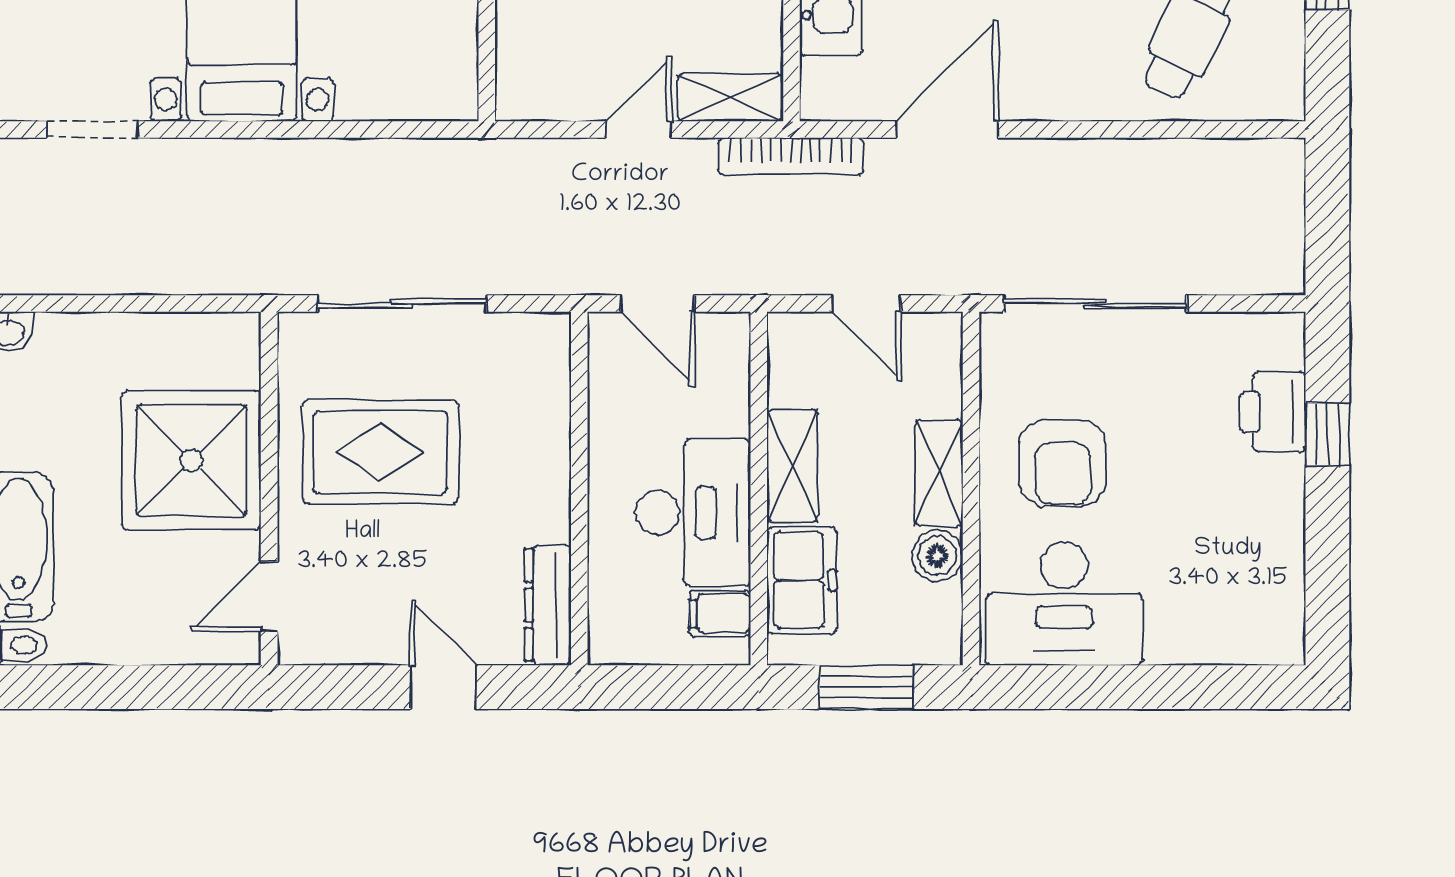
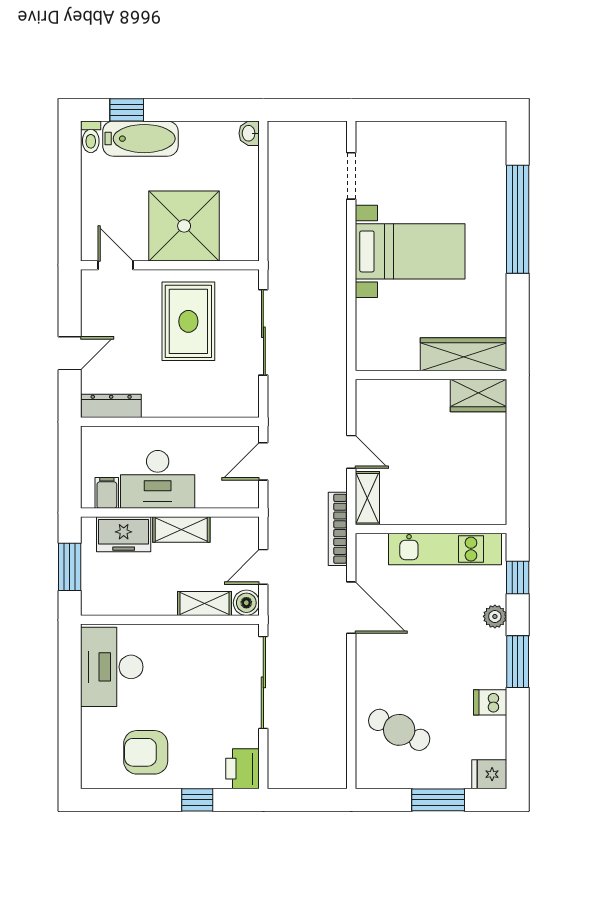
printer: (1273, 412) -> (243, 769), moved, turned -90
armchair: (1063, 463) -> (146, 752), moved
shelving: (939, 473) -> (204, 604), moved
boiler: (937, 556) -> (246, 603), moved

